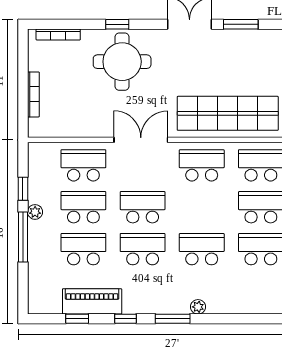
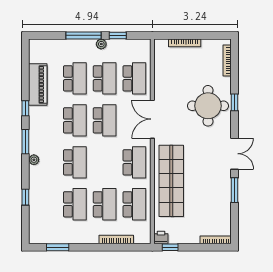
double door: (141, 140) -> (152, 119), swing flipped
window: (77, 319) -> (25, 197), moved

